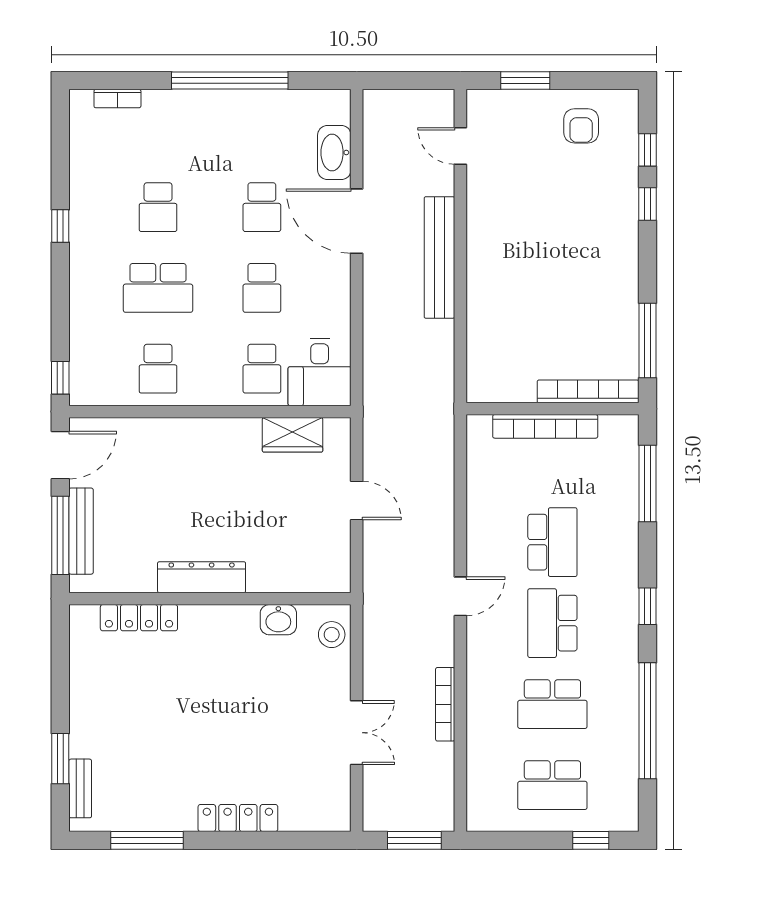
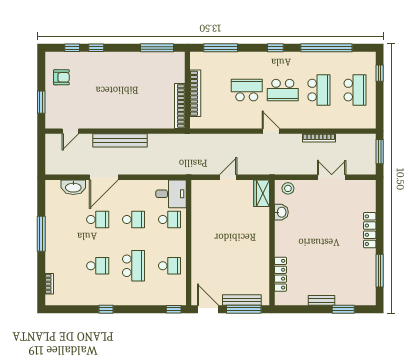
window: (230, 81) -> (41, 234), width x0.68
bookcase: (588, 391) -> (180, 106), moved
wardrobe: (293, 435) -> (262, 193), moved, turned 180
dresser: (202, 577) -> (262, 246), removed
bench: (80, 788) -> (321, 300), moved

